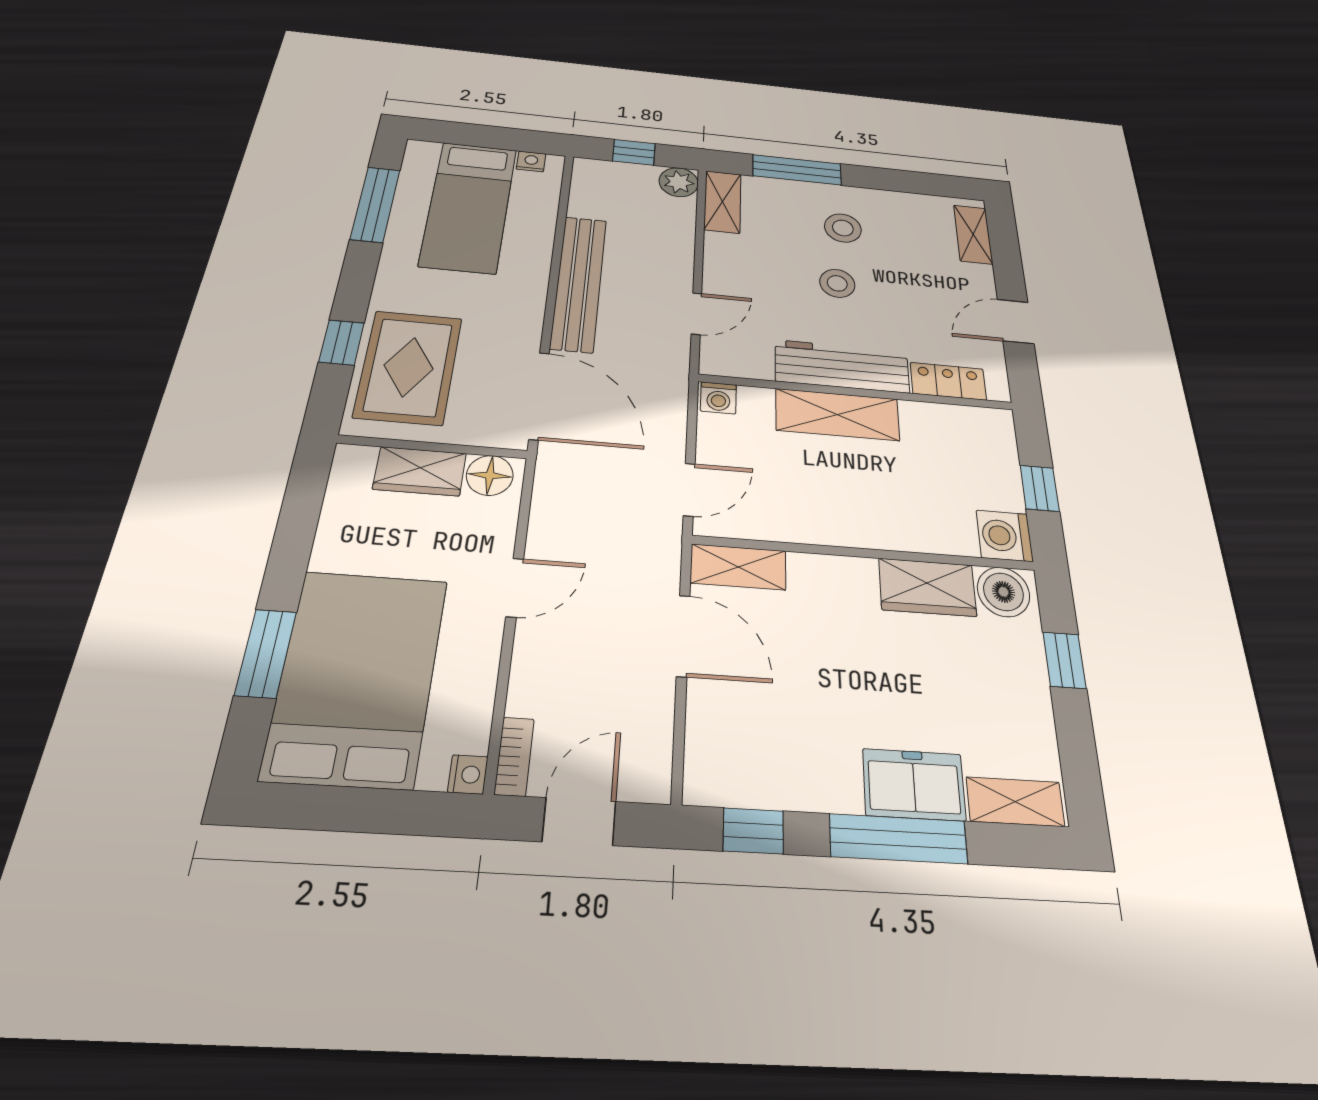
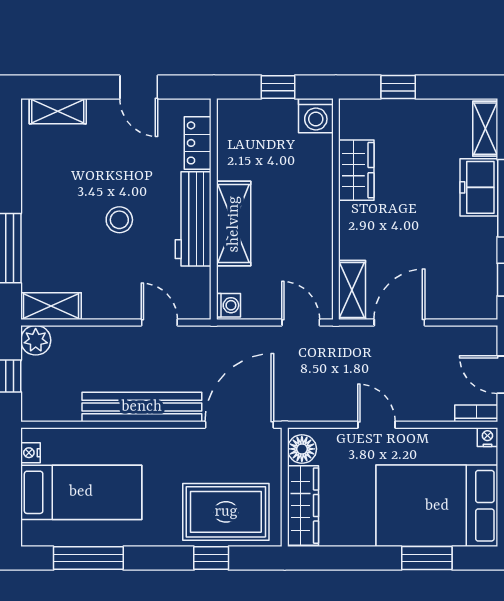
stool: (843, 228) -> (65, 214), removed
wardrobe: (420, 471) -> (303, 506), width x1.50
boiler: (1003, 592) -> (356, 121), removed

